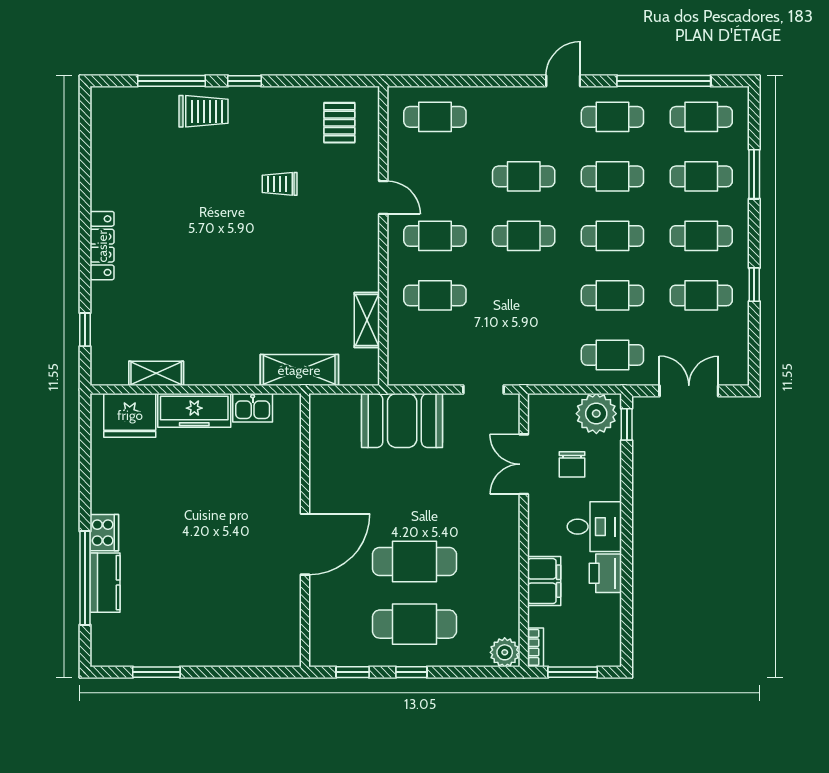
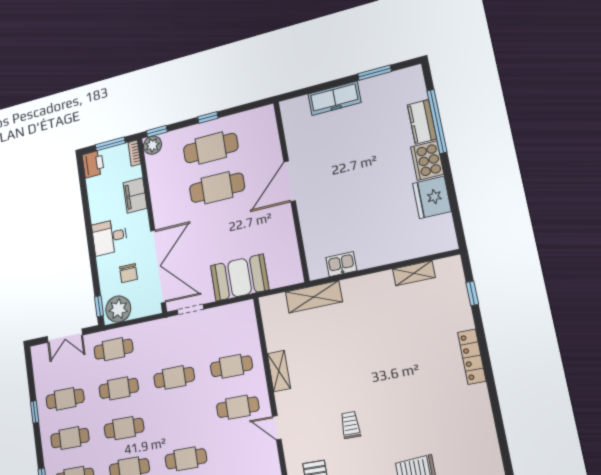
trolley: (280, 184) -> (350, 425), turned -90
cafe table: (524, 236) -> (174, 377), moved
shelving: (367, 320) -> (279, 371), moved
freezer: (194, 410) -> (334, 98), moved, turned 180
fridge: (130, 415) -> (432, 197), moved, turned -90
double door: (524, 464) -> (158, 266), width x1.87
chair: (572, 464) -> (128, 273), turned 180
cooker: (104, 533) -> (427, 161), width x1.37, depth x1.31
printer: (605, 573) -> (93, 164), moved
window: (353, 672) -> (157, 131), moved

